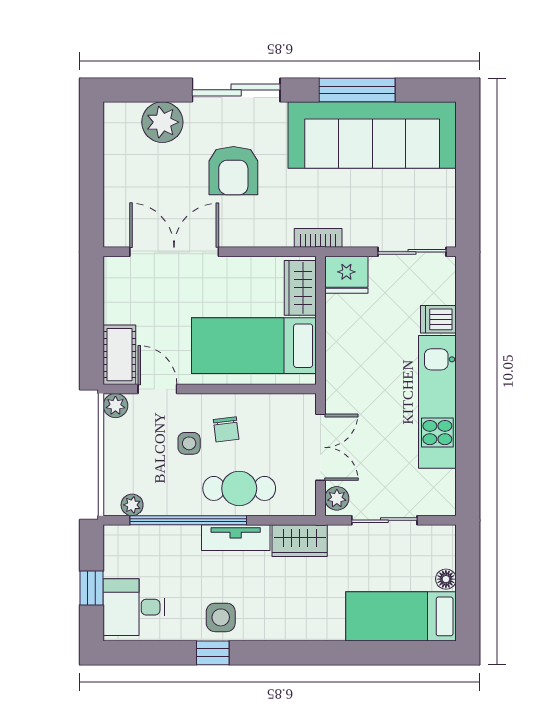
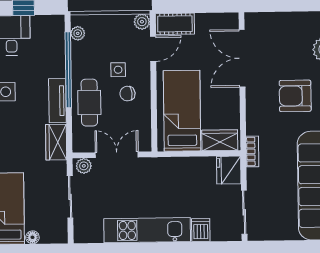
double door: (174, 252) -> (242, 58), swing flipped
double door: (320, 447) -> (117, 155), swing flipped

